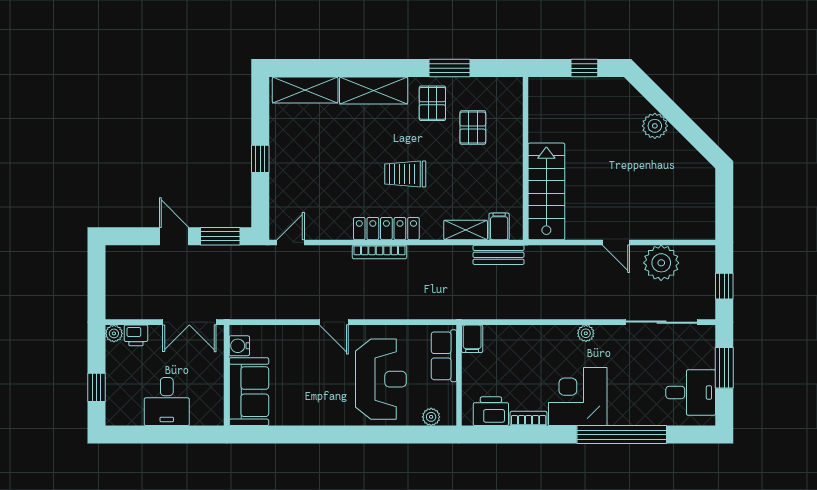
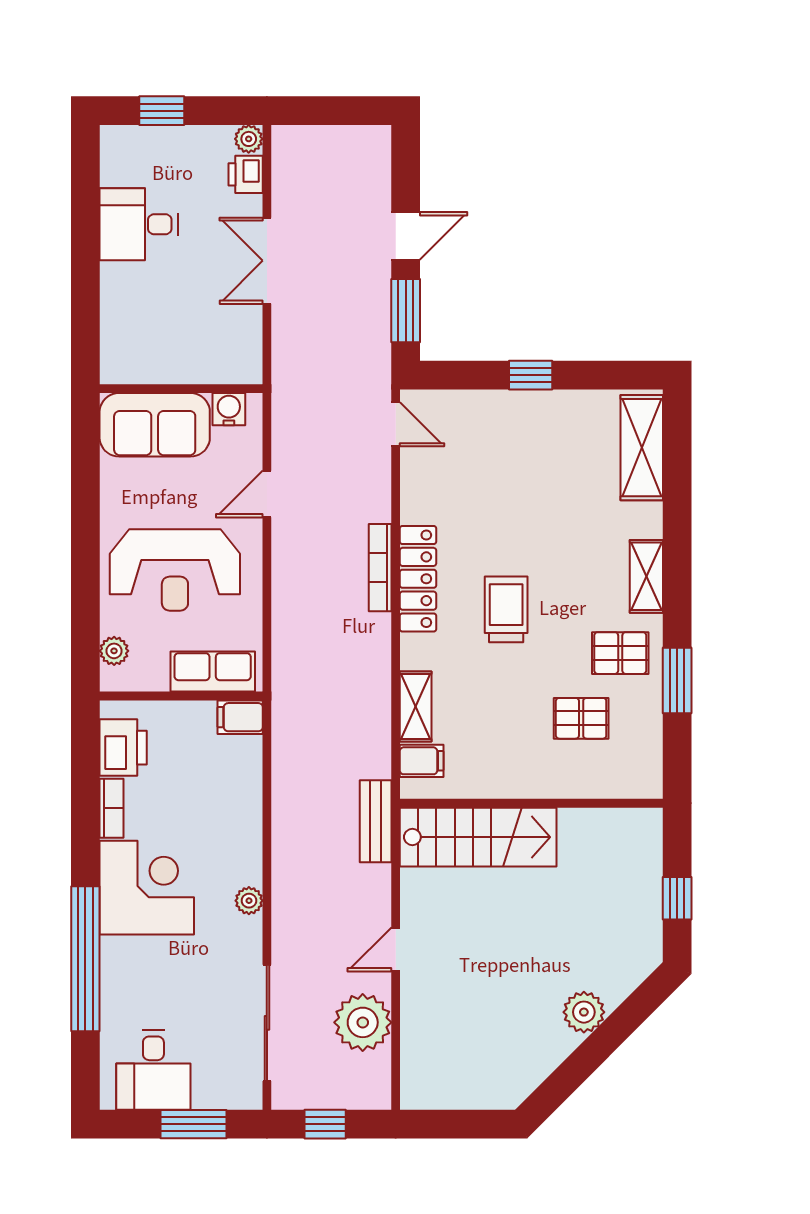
shelving: (374, 90) -> (646, 576), width x0.67, depth x0.75
bench: (498, 255) -> (376, 821), moved
water cooler: (239, 346) -> (229, 409), moved
wall: (227, 375) -> (181, 389), moved
sofa: (249, 392) -> (155, 425), moved

